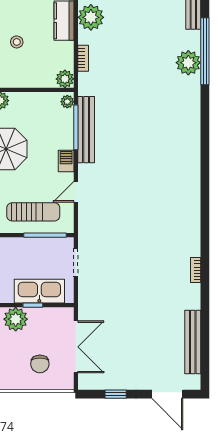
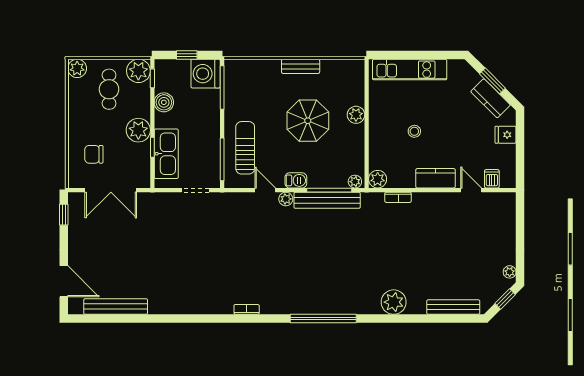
plant: (91, 17) -> (286, 199), moved, width x0.53, depth x0.53
window: (205, 51) -> (323, 319), moved
sun lounger: (33, 212) -> (245, 148), turned 180
bookcase: (196, 270) -> (247, 309), moved
window: (116, 394) -> (64, 215), moved
door: (167, 394) -> (64, 281), swing flipped

